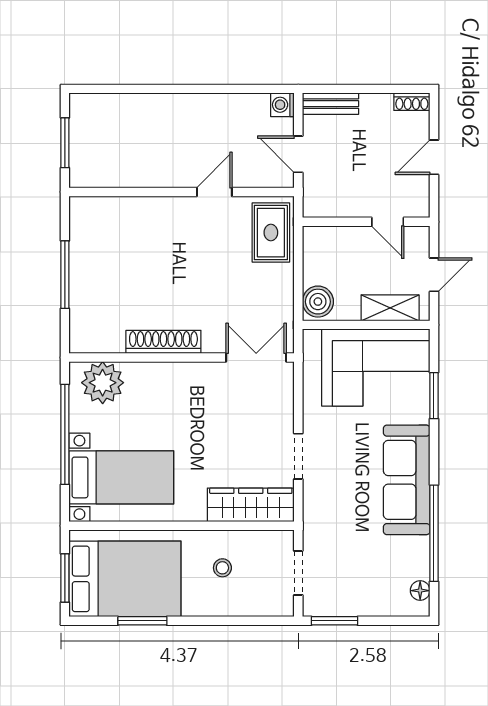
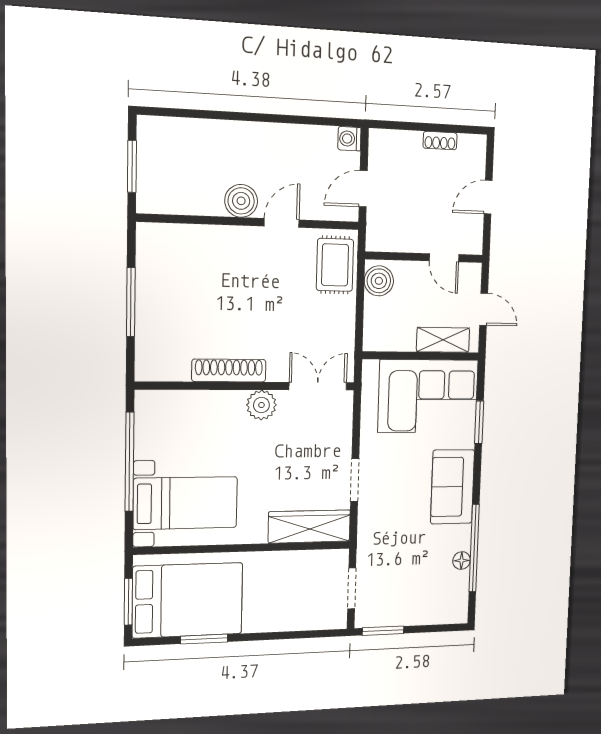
shoe rack: (412, 102) -> (440, 141), moved
bench: (330, 104) -> (395, 140), removed
door: (298, 154) -> (363, 189), hinge flipped
boiler: (173, 172) -> (241, 201), added
door: (434, 275) -> (484, 309), hinge flipped
boiler: (318, 302) -> (379, 281), moved
plant: (103, 383) -> (261, 405), moved, width x0.73, depth x0.73
sofa: (407, 480) -> (453, 487), width x0.73
stool: (222, 568) -> (281, 586), removed
floor lamp: (420, 591) -> (462, 561), moved

